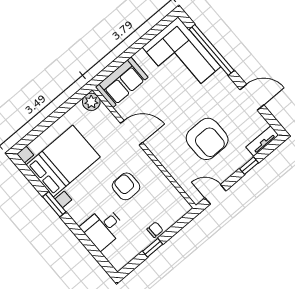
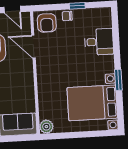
door: (132, 133) -> (33, 47), moved
armchair: (126, 186) -> (47, 23), moved

